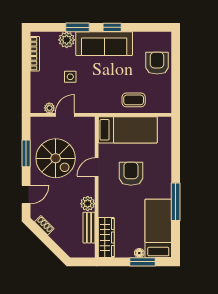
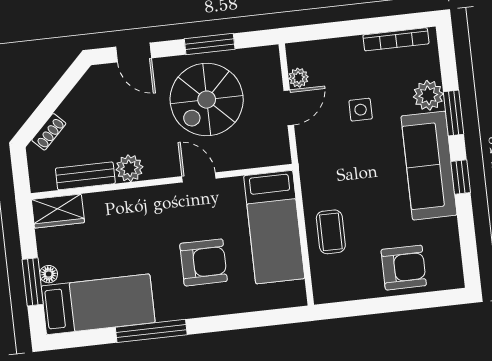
door: (65, 115) -> (289, 108), hinge flipped
armchair: (131, 174) -> (204, 262), moved
shoe rack: (44, 225) -> (49, 132), moved
wardrobe: (106, 238) -> (58, 211), width x0.67

